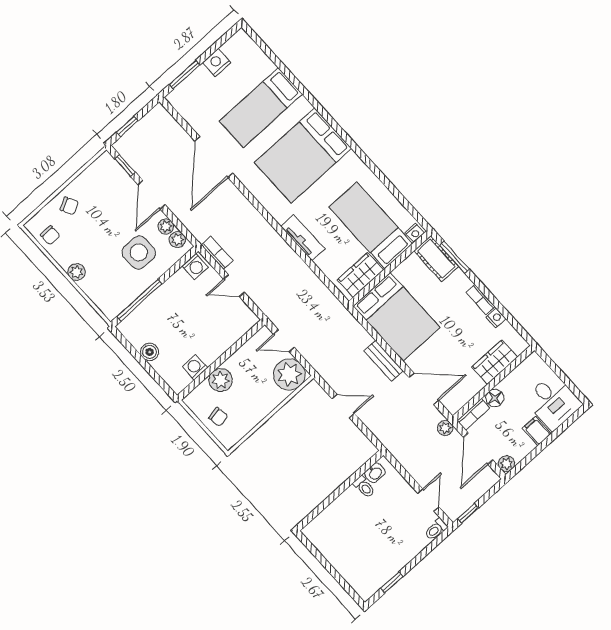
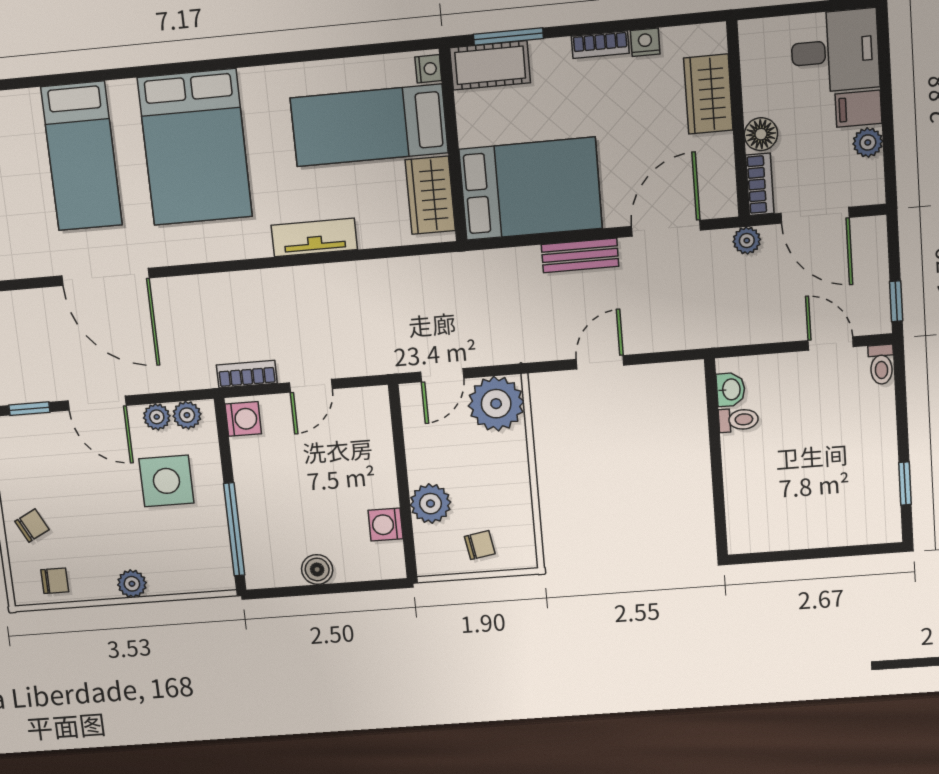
plant: (506, 464) -> (868, 142), moved

